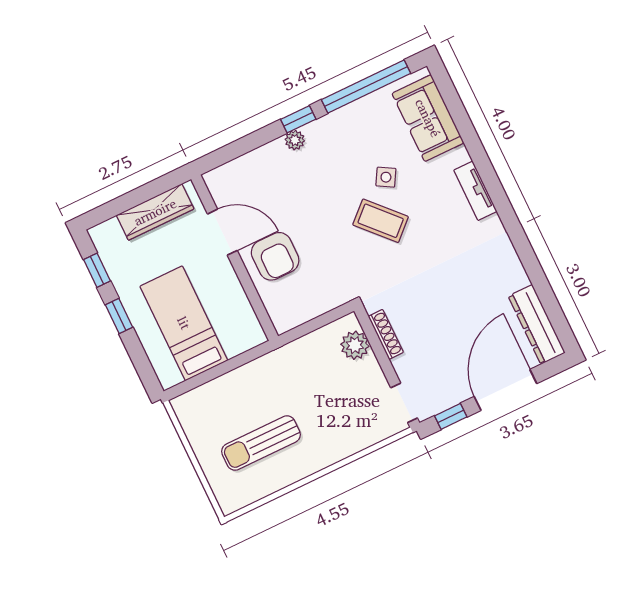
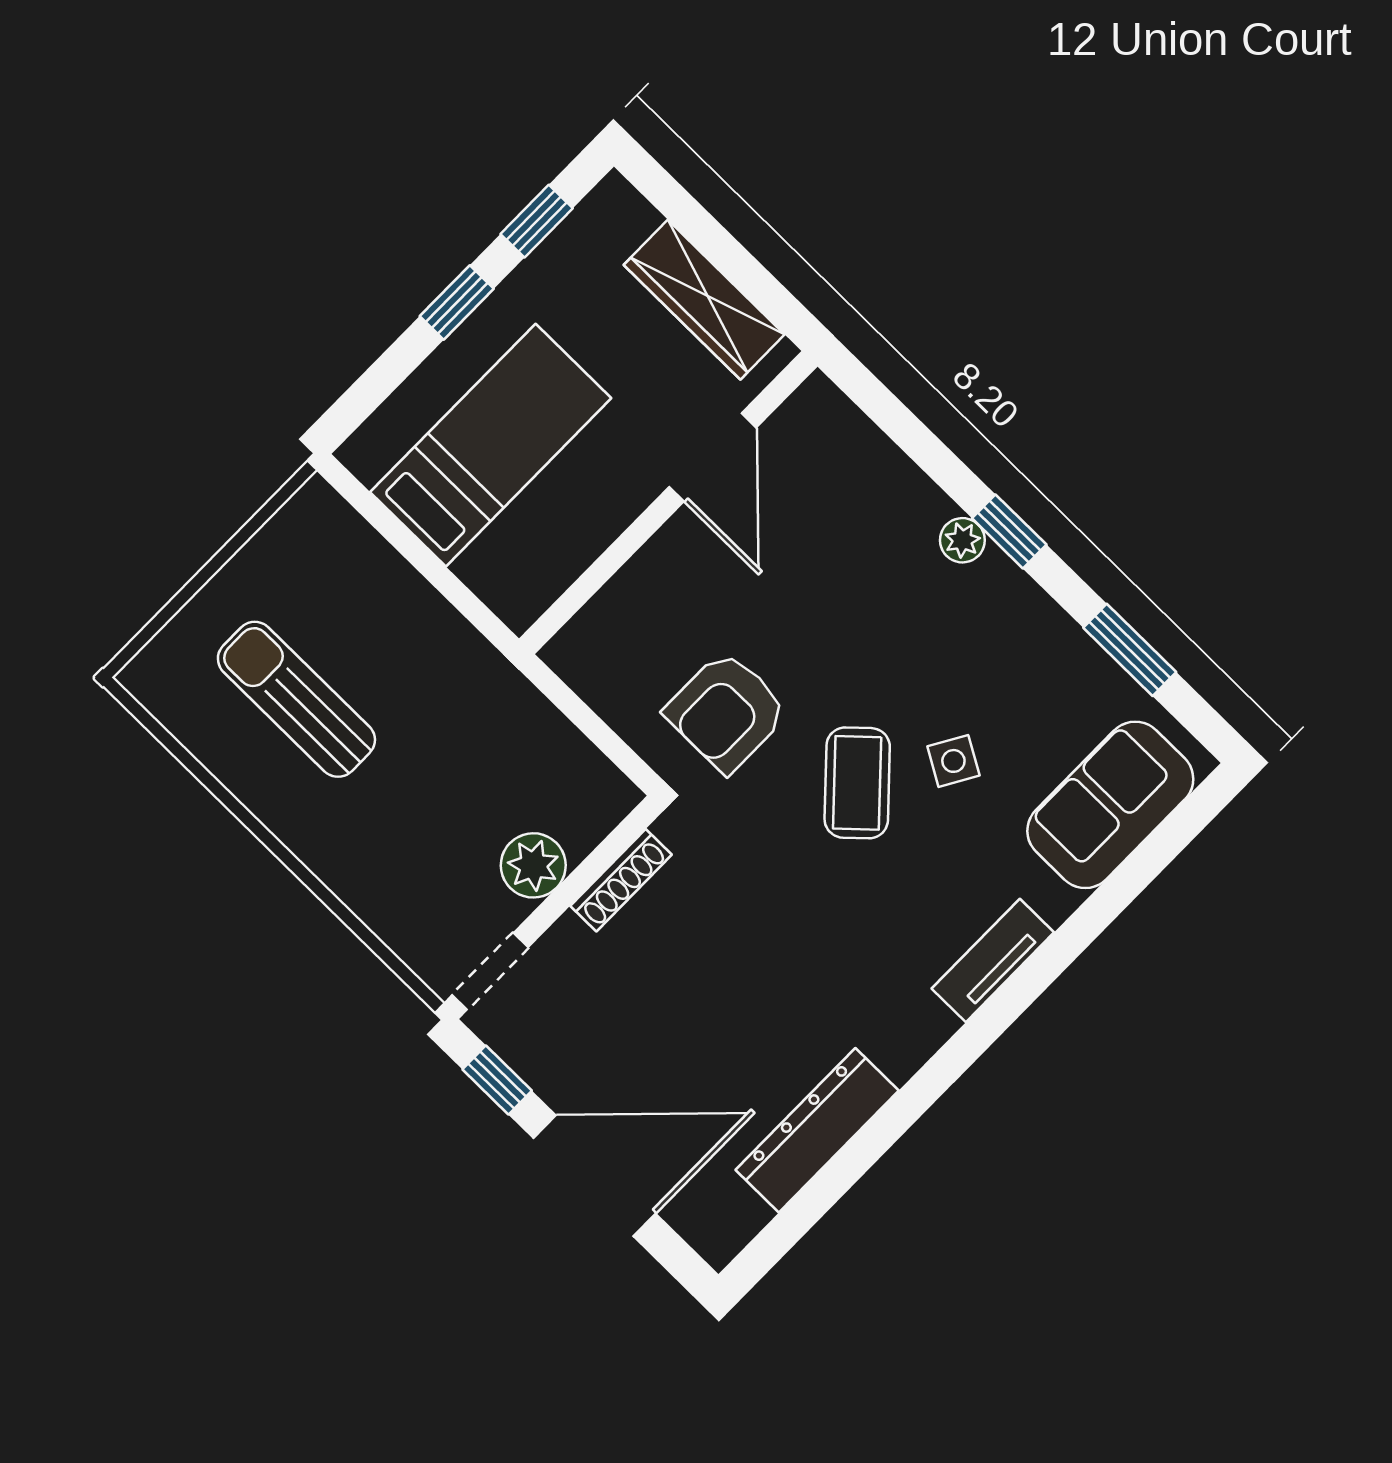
window: (366, 87) -> (1130, 650), width x0.47
armchair: (275, 256) -> (726, 711), moved
dresser: (537, 324) -> (817, 1130), moved
plant: (355, 345) -> (533, 865), moved

